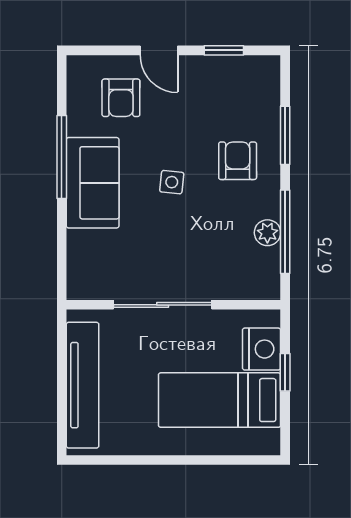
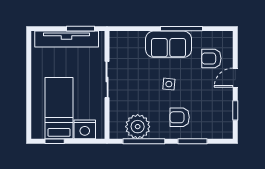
armchair: (238, 161) -> (180, 117), turned 180
plant: (267, 233) -> (138, 127), width x1.87, depth x1.87
sliding door: (163, 305) -> (107, 80), width x0.73
window: (62, 357) -> (80, 29), added
window: (285, 372) -> (55, 141), moved

